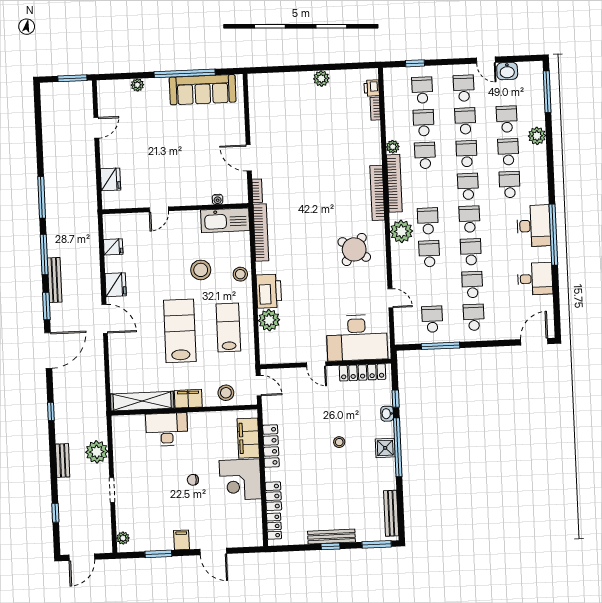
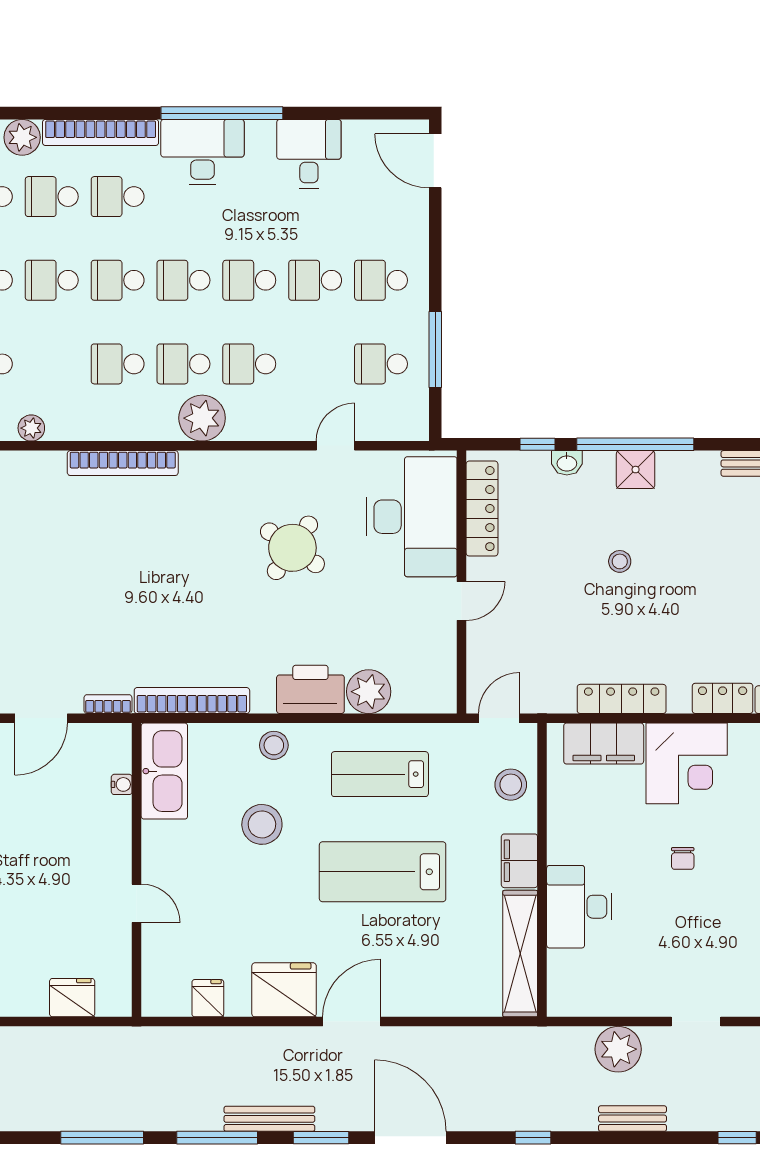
school desk: (425, 155) -> (118, 364), moved
bookcase: (394, 183) -> (101, 132), moved, turned 180
round table: (354, 249) -> (292, 548), moved
fridge: (116, 285) -> (284, 990), width x1.36, depth x1.34

